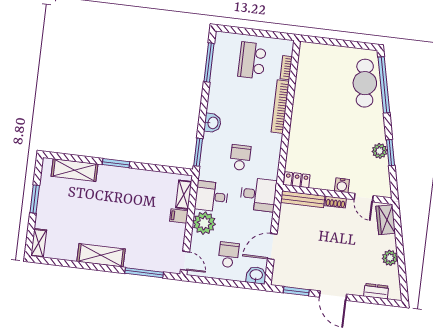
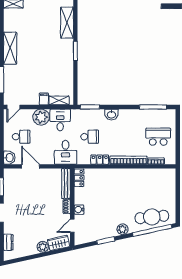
locker: (275, 147) -> (100, 160), added
plant: (380, 151) -> (123, 229), moved
plant: (390, 258) -> (43, 247), moved

